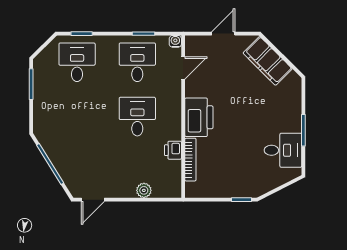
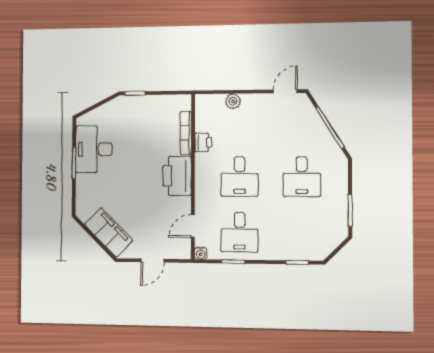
desk: (77, 62) -> (302, 177), moved
desk: (283, 150) -> (94, 149), width x1.37

